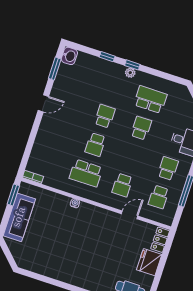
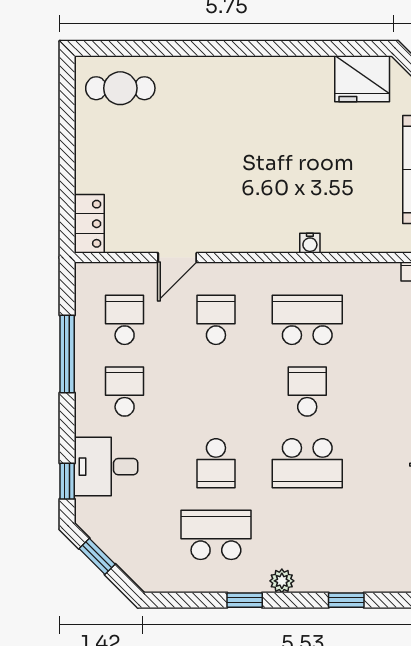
window: (132, 65) -> (245, 600), moved
school desk: (150, 100) -> (216, 535), turned 180
school desk: (105, 116) -> (307, 463), width x1.85
school desk: (168, 168) -> (125, 392), turned 180
fridge: (149, 262) -> (362, 79), moved, turned 90

